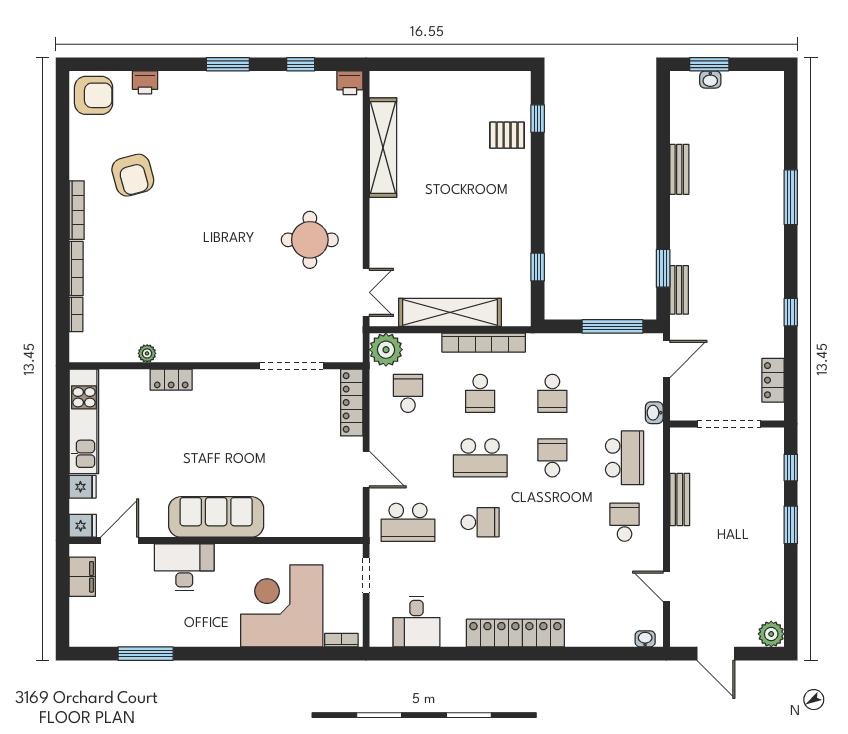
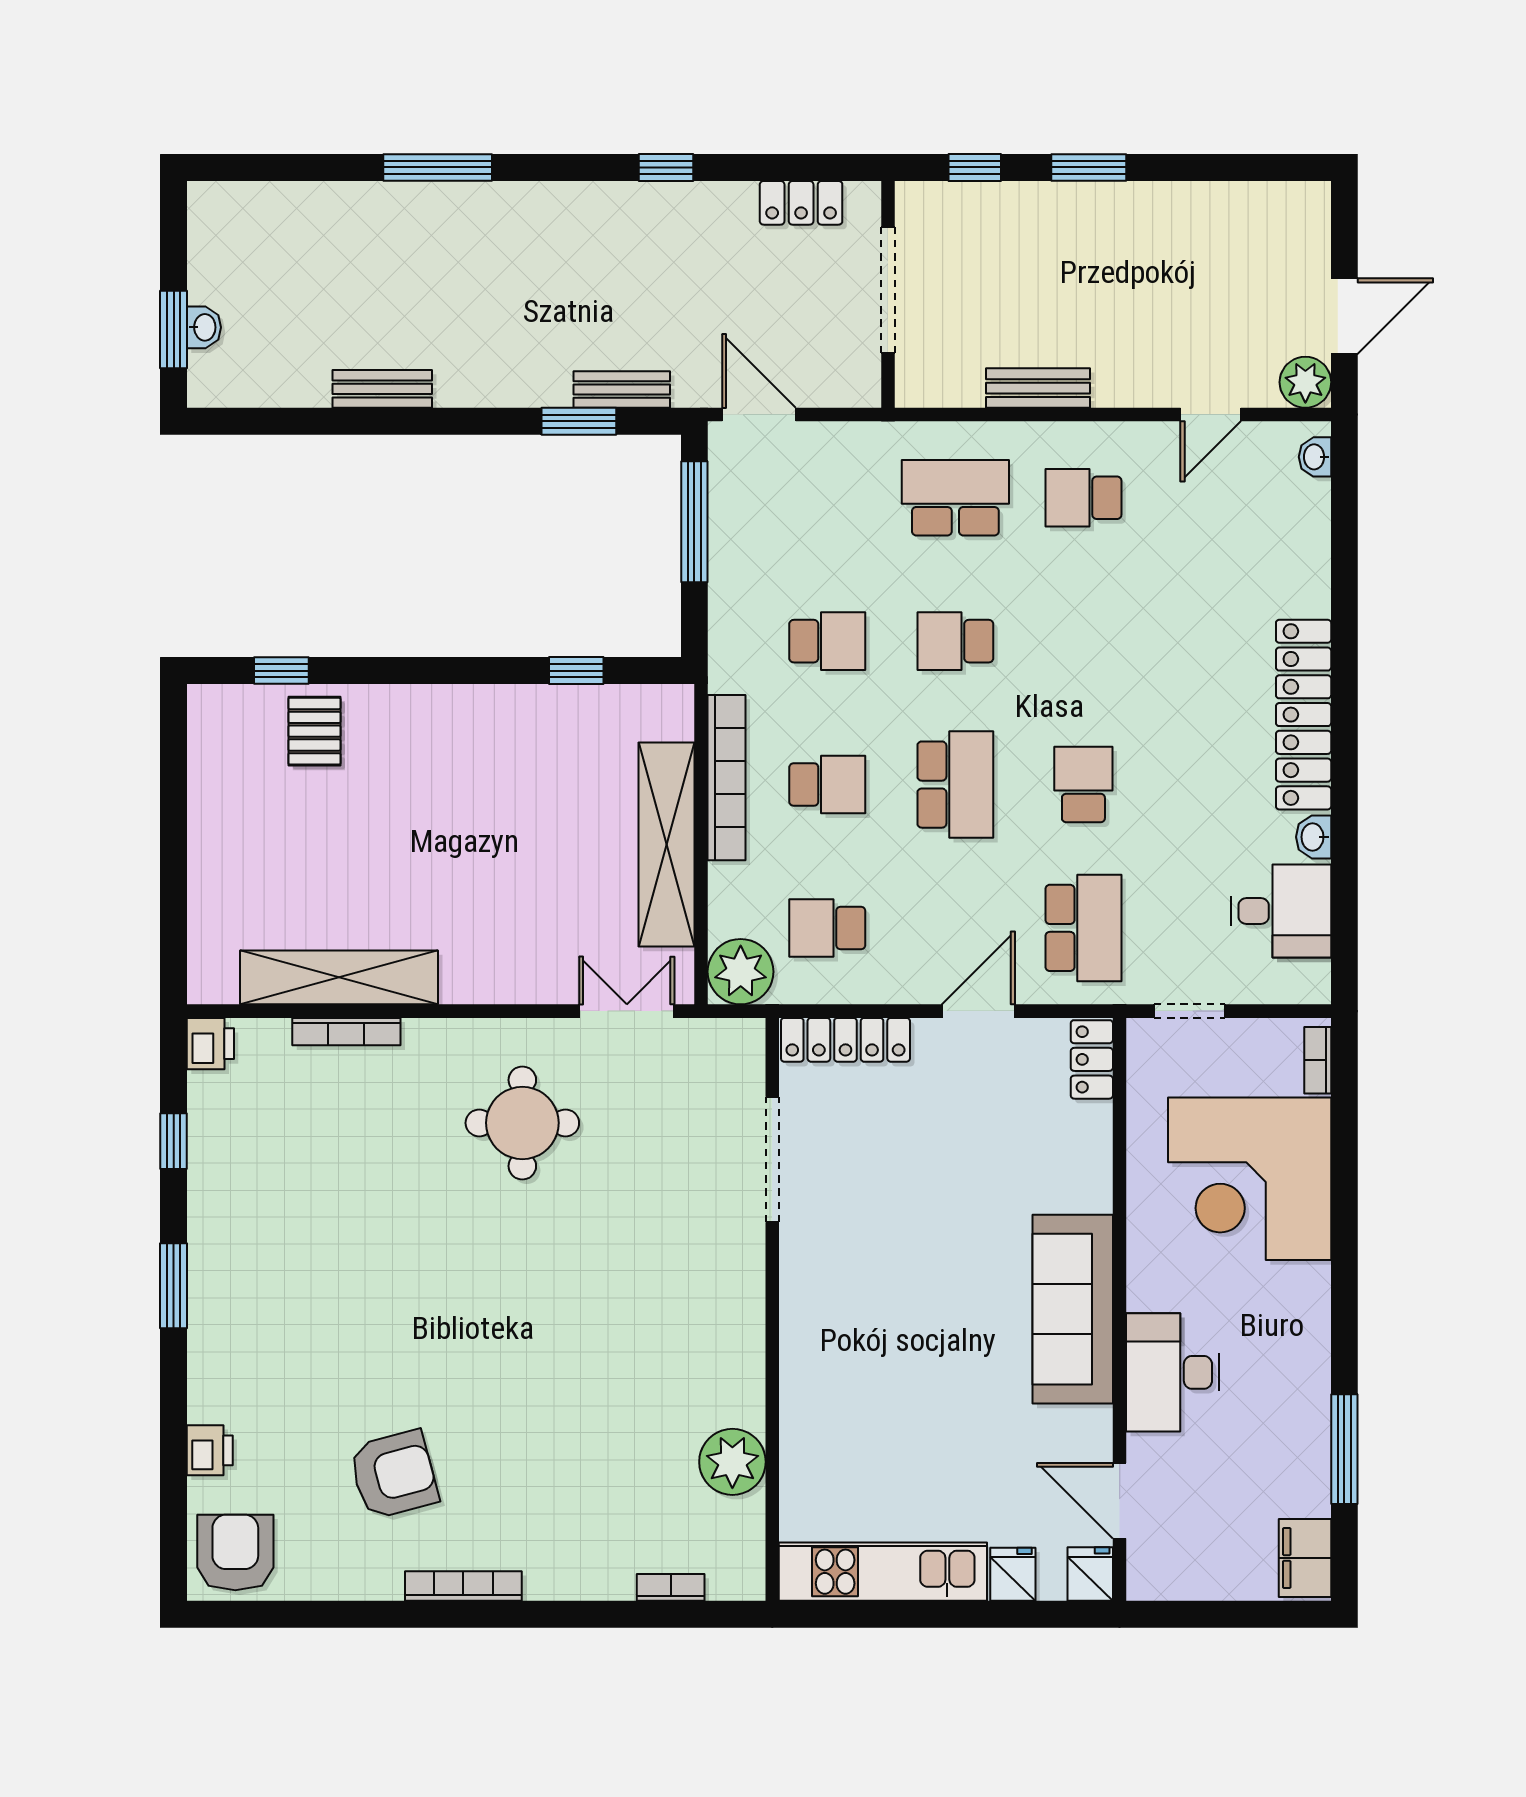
bookcase: (76, 268) -> (346, 1032), moved, turned 180
plant: (147, 353) -> (732, 1462), width x1.88, depth x1.88
locker: (171, 380) -> (1092, 1059), moved, turned 180
washbasin: (654, 413) -> (1314, 837), moved, turned 90
filing cabinet: (82, 577) -> (1305, 1558), moved, turned -90
plant: (771, 634) -> (1305, 382), moved

